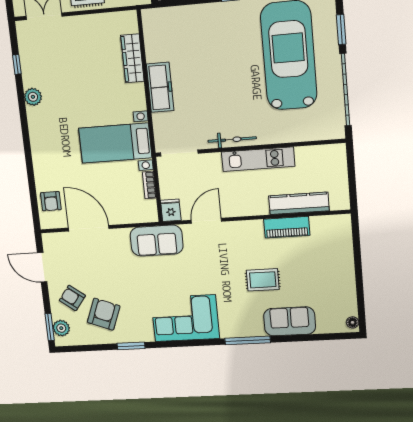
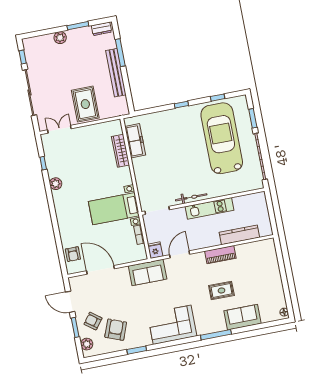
freezer: (160, 87) -> (135, 141), moved
piano: (287, 227) -> (220, 255), moved
window: (50, 327) -> (75, 327), moved

